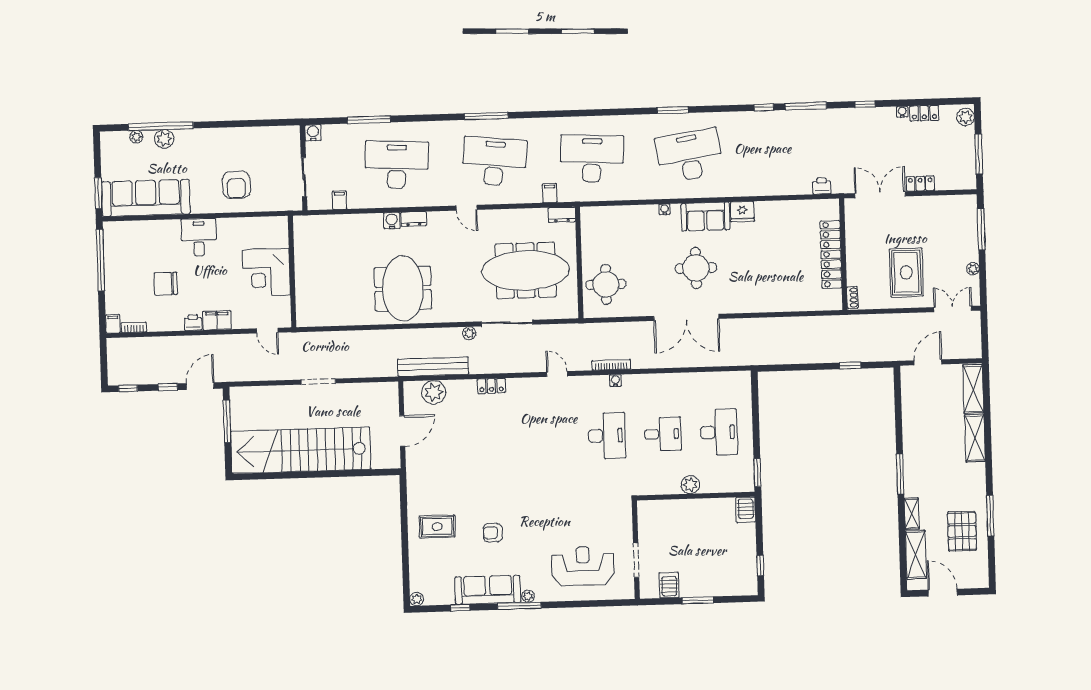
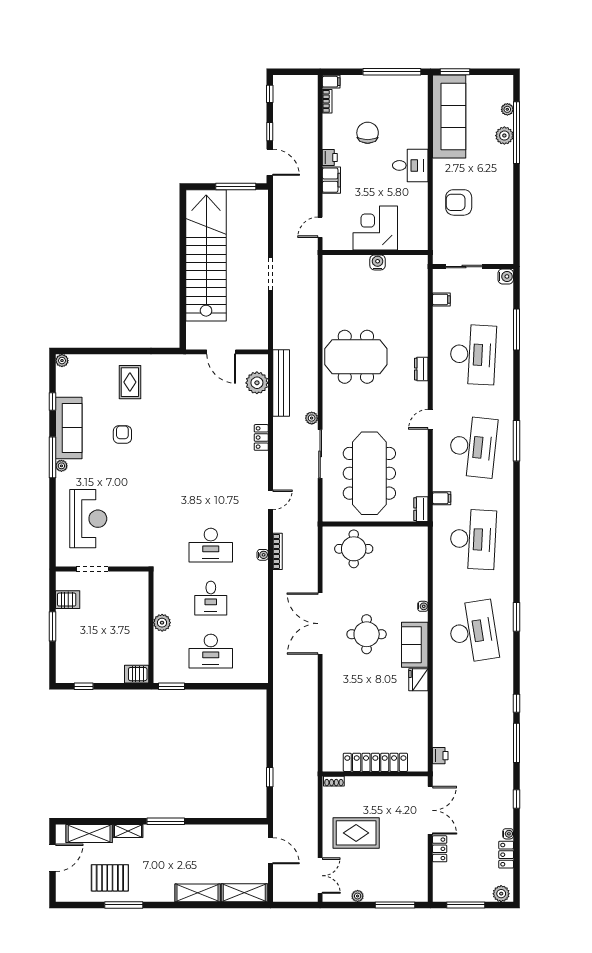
water cooler: (392, 221) -> (378, 262), moved, turned -90

